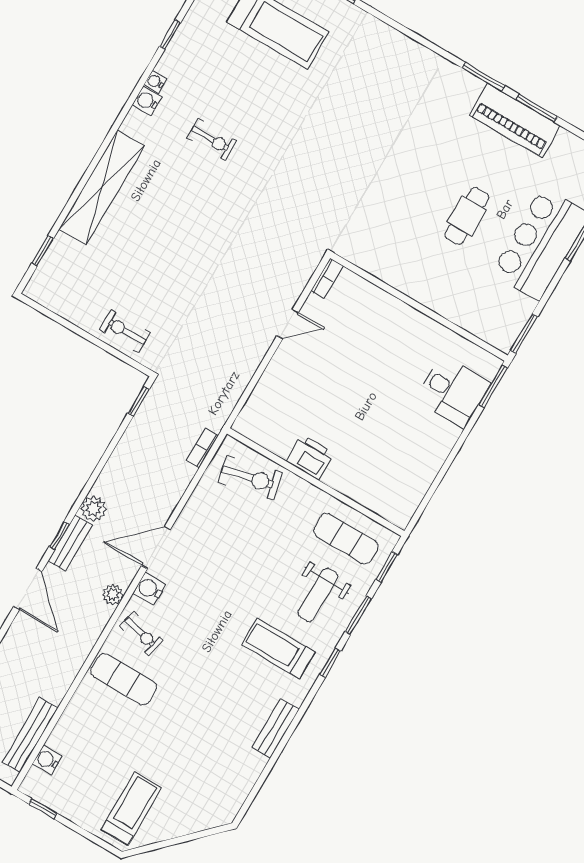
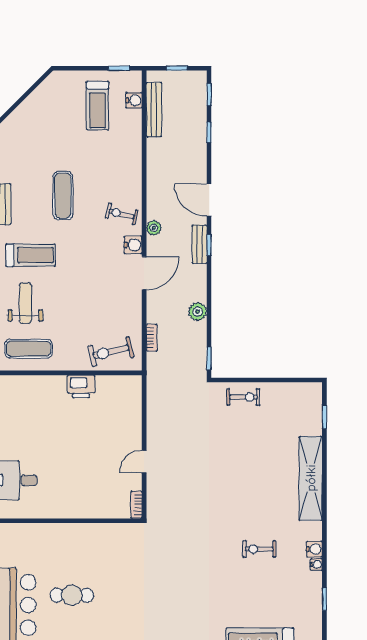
cafe table: (467, 216) -> (72, 595), turned 90
bookcase: (203, 448) -> (152, 338), moved
plant: (93, 509) -> (198, 312), moved
exercise mat: (124, 679) -> (63, 196), moved, turned 90
treadmill: (131, 809) -> (97, 106), moved

